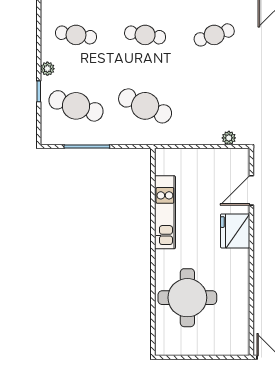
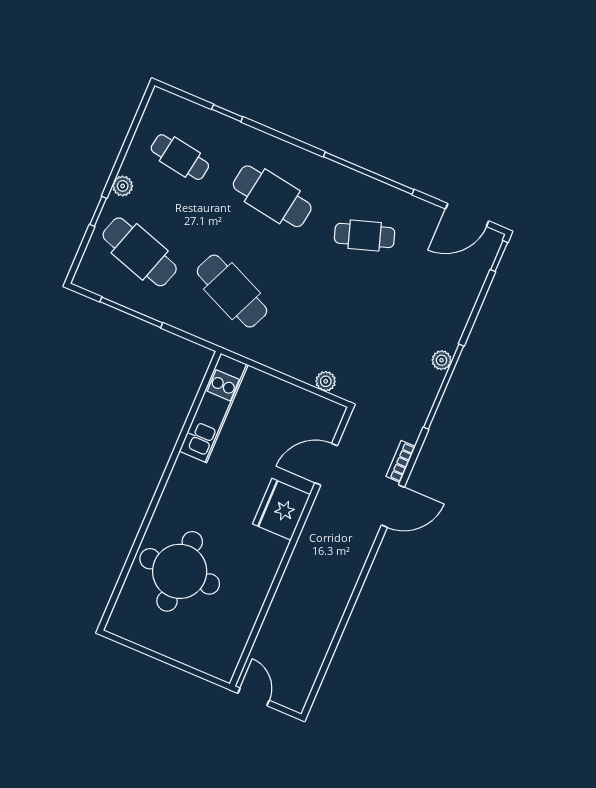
cafe table: (145, 35) -> (272, 196), width x1.37, depth x1.35
kitchen unit: (165, 212) -> (214, 408), moved

